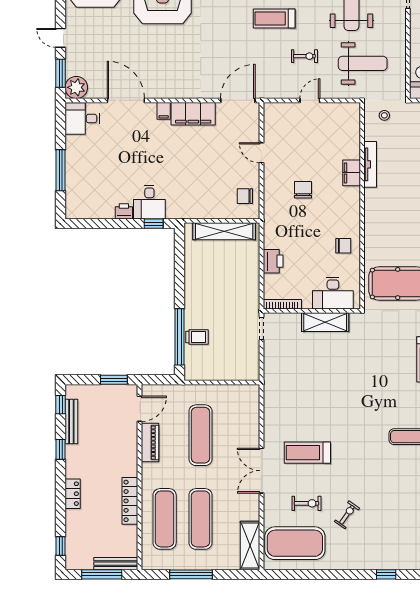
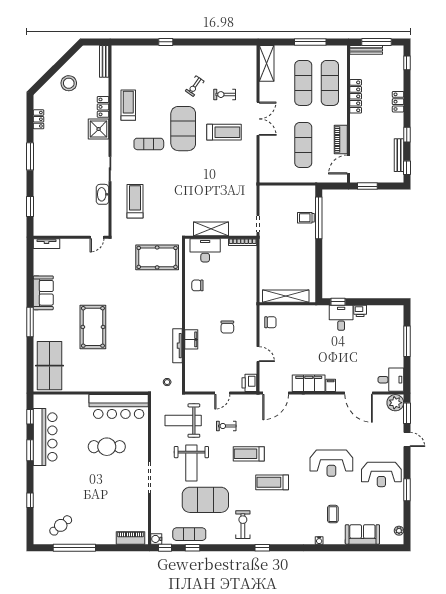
treadmill: (274, 18) -> (249, 454), turned 180
printer: (273, 261) -> (249, 383), moved
exercise mat: (295, 543) -> (183, 129), moved, turned 90

